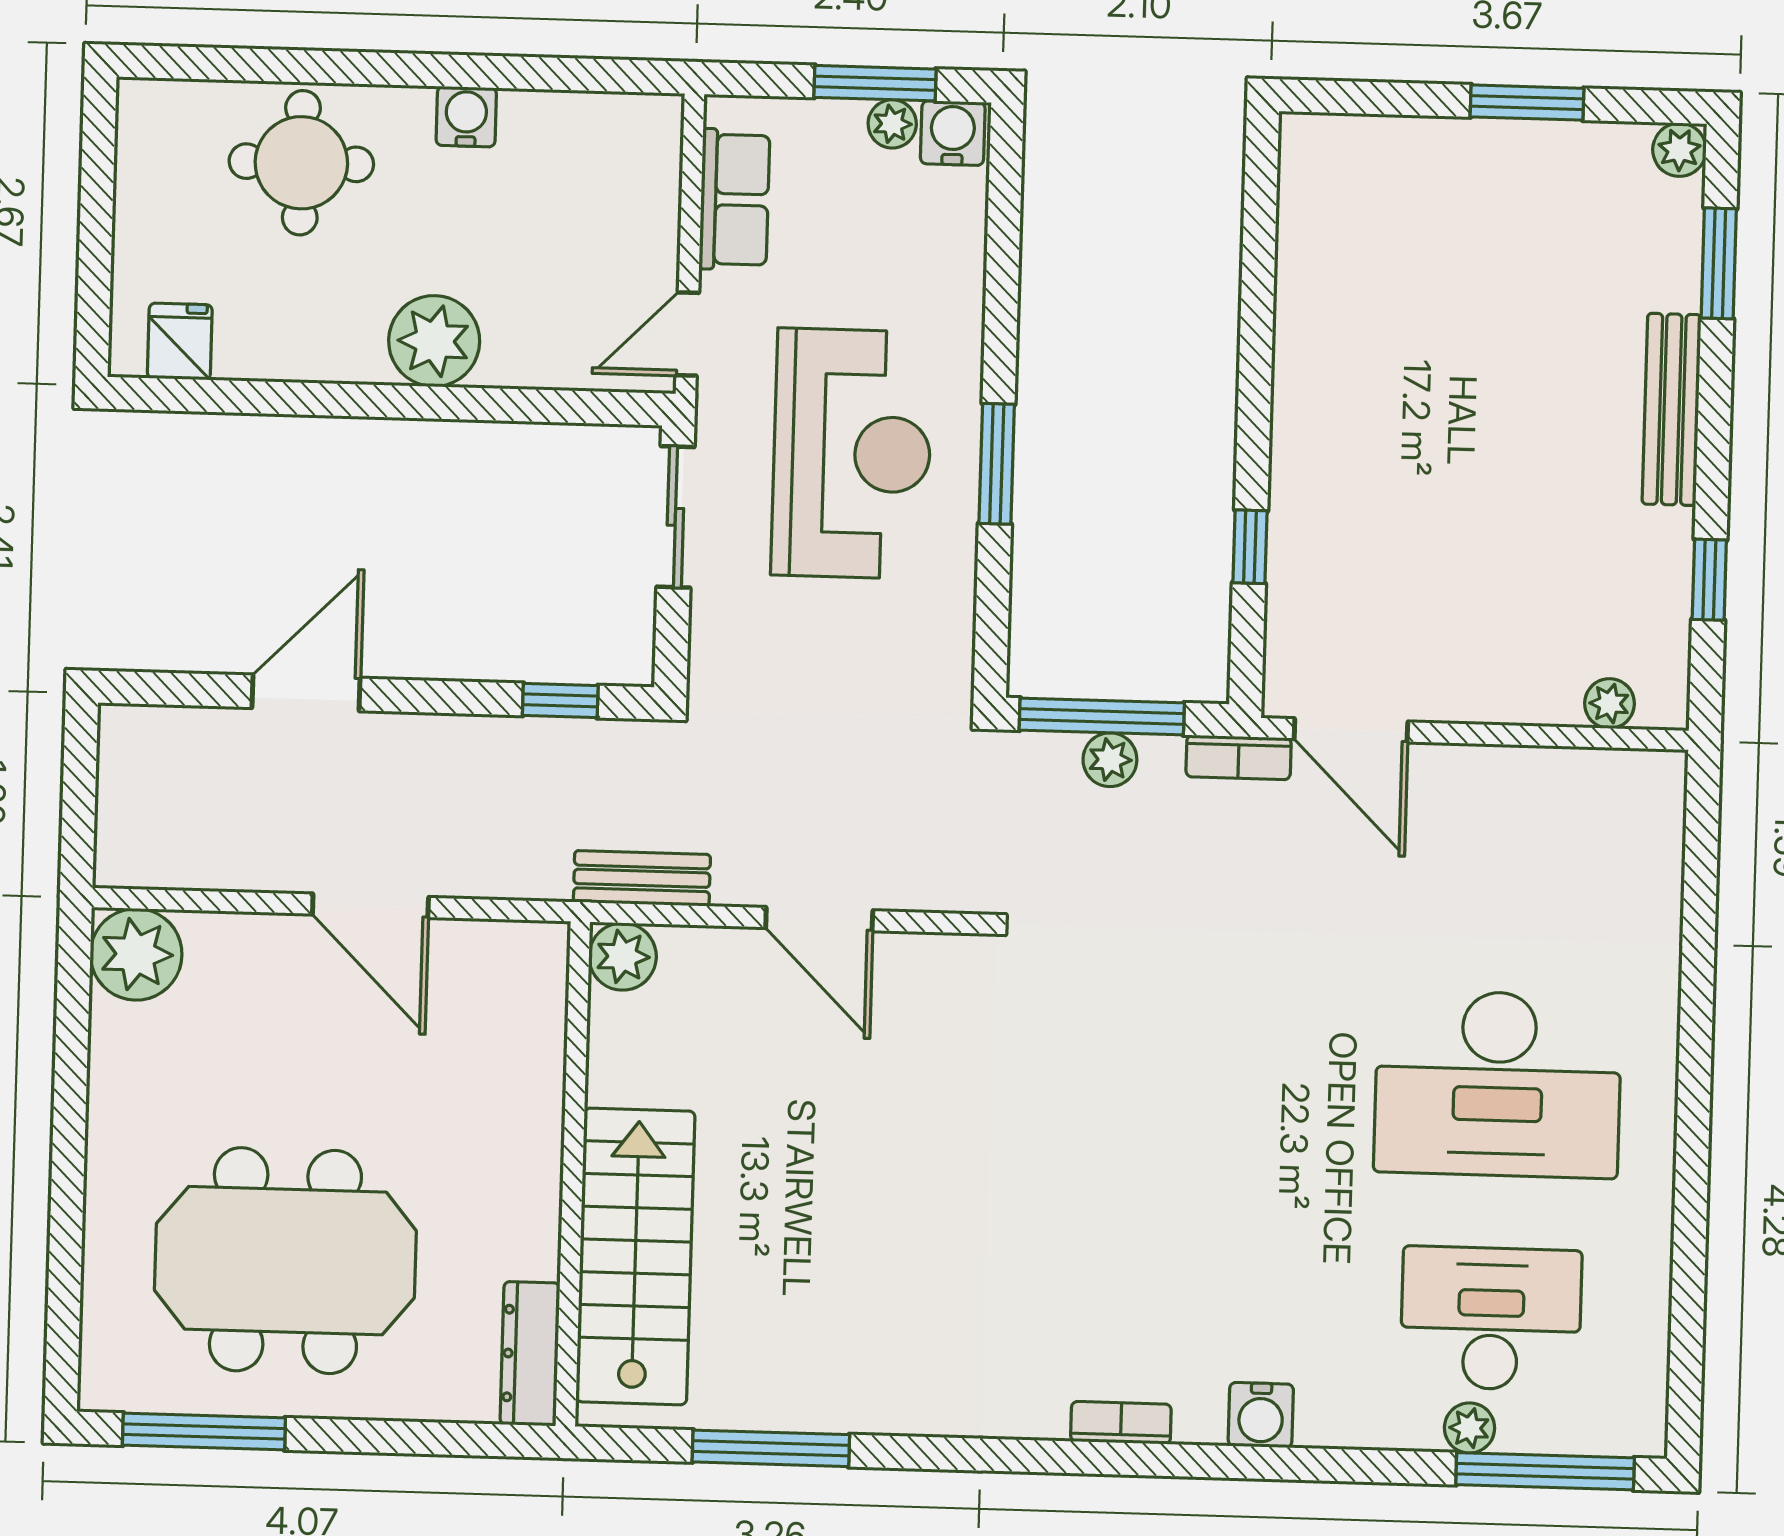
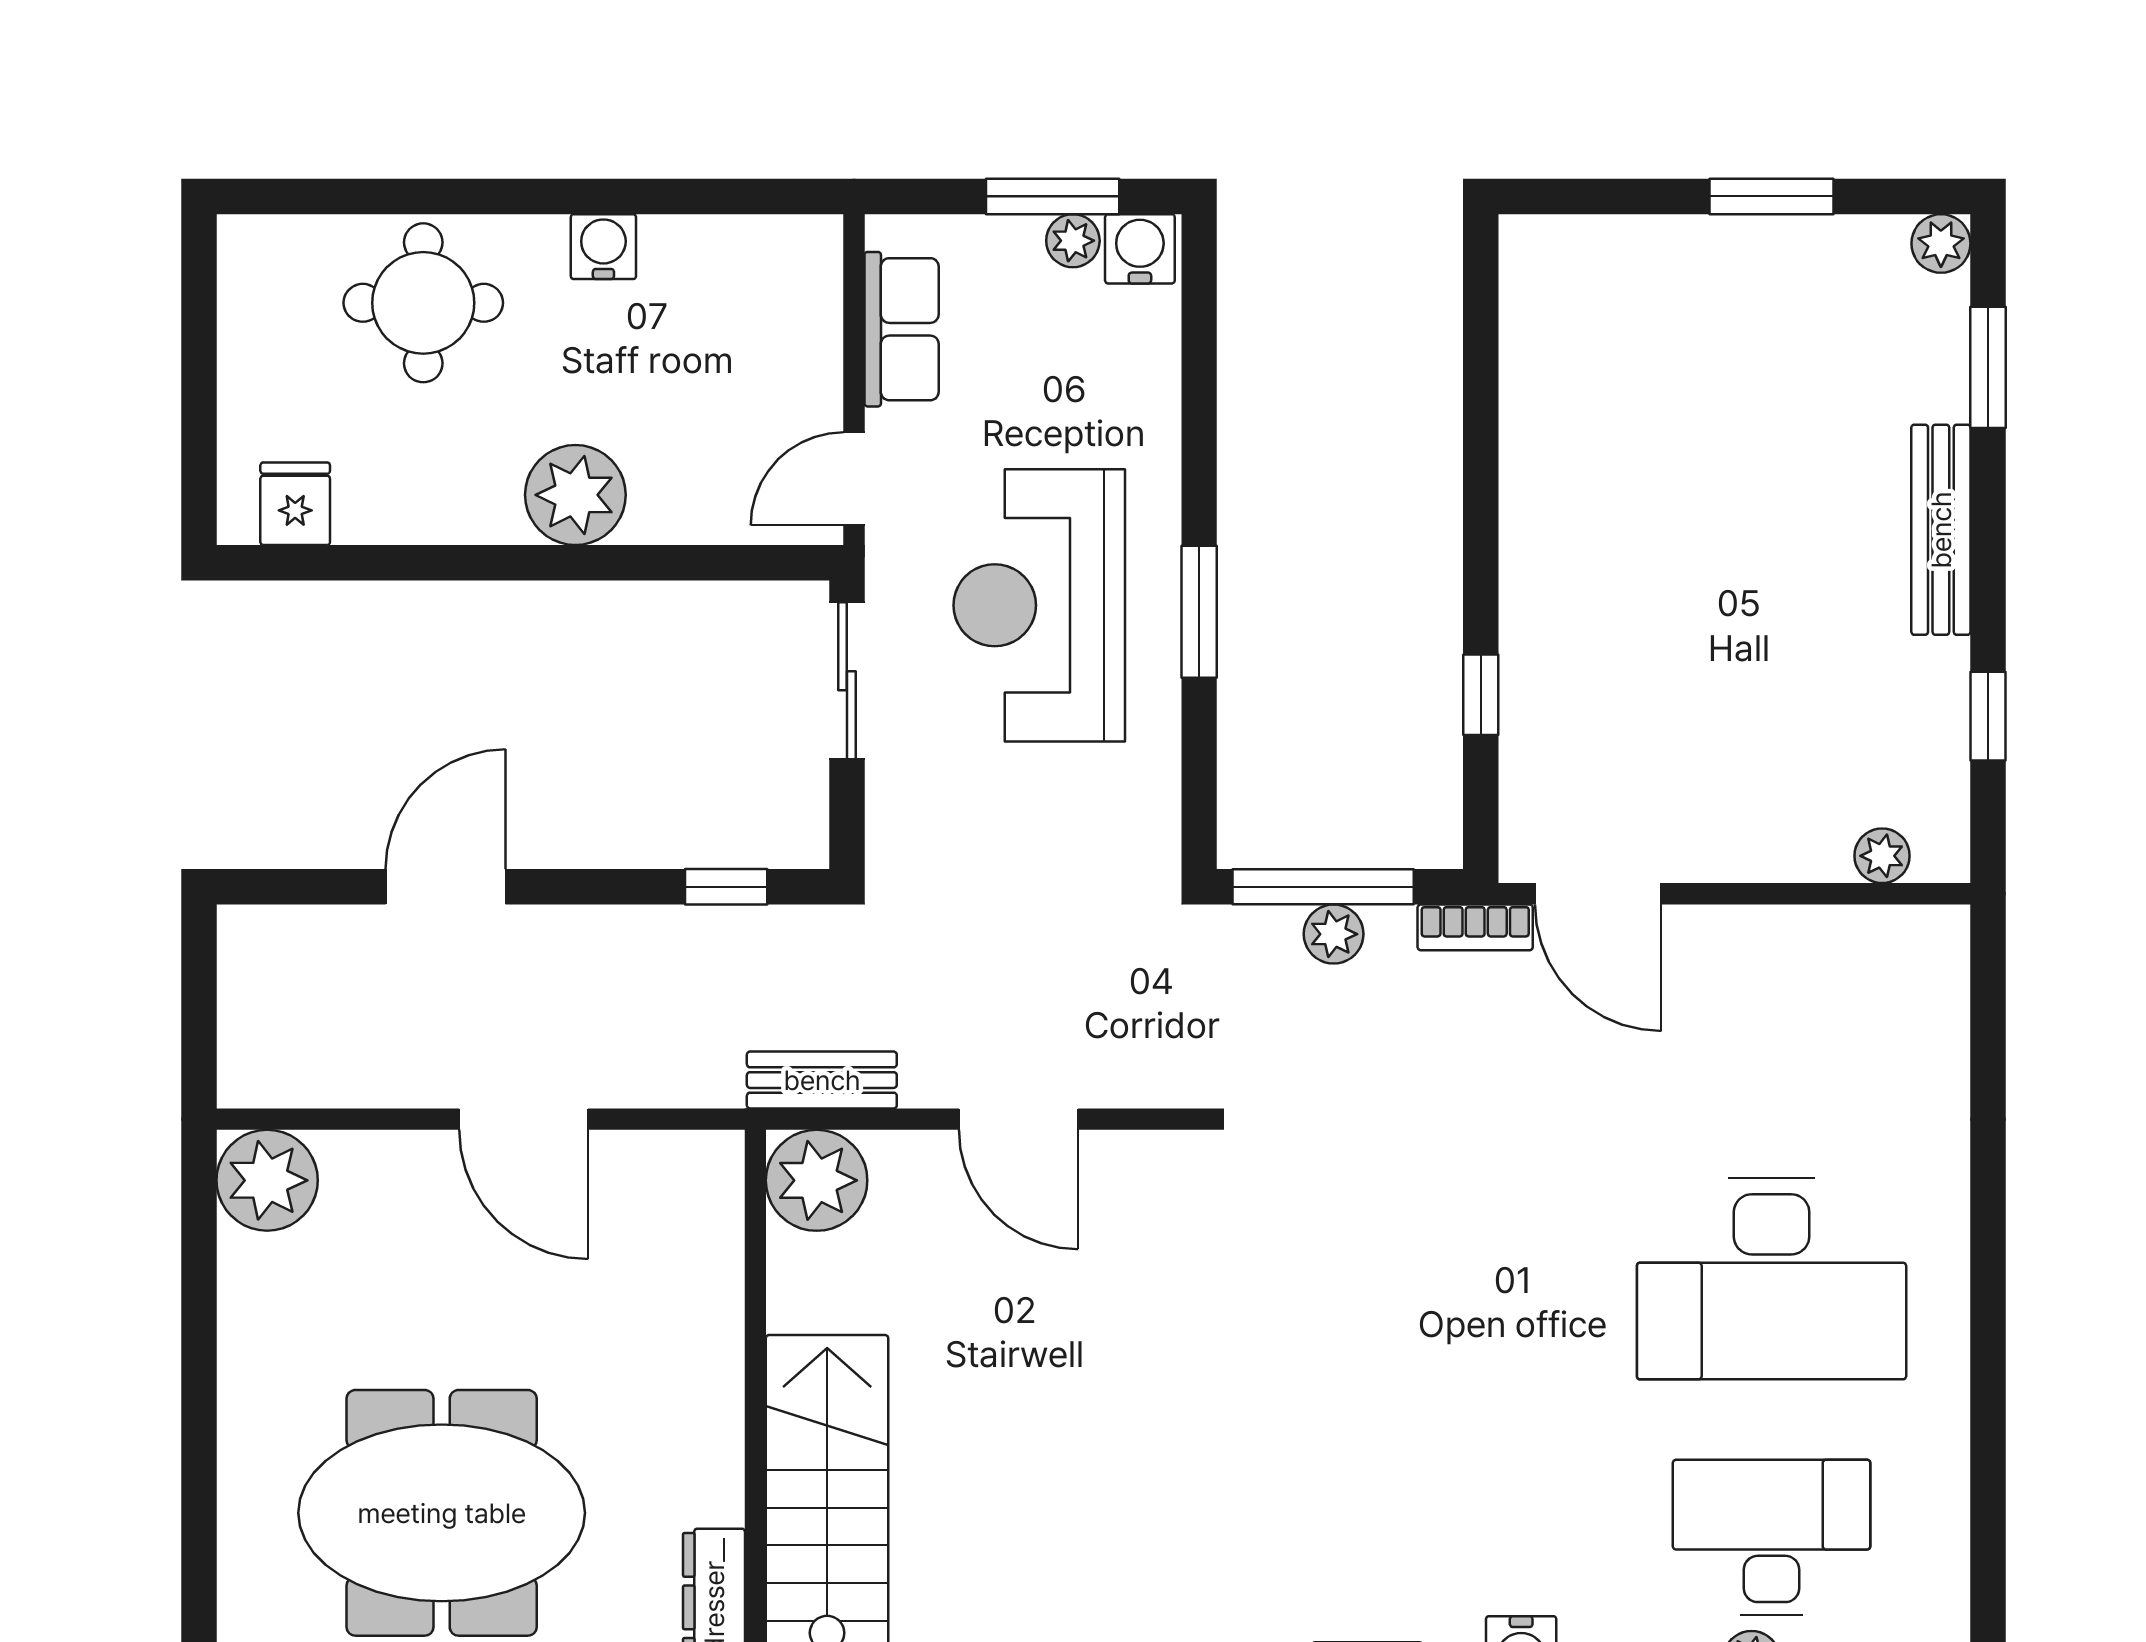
reception desk: (852, 454) -> (1039, 605), turned 180
plant: (623, 957) -> (817, 1180), width x1.36, depth x1.36

